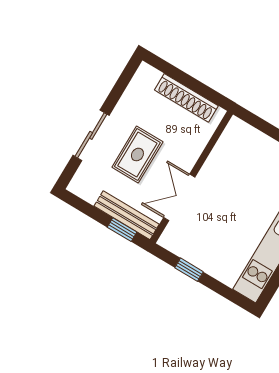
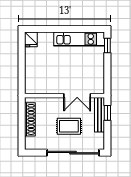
sliding door: (91, 135) -> (73, 153), width x1.86
window: (189, 270) -> (107, 45), moved

